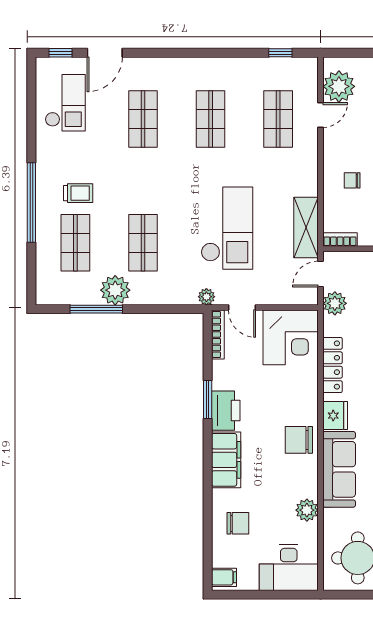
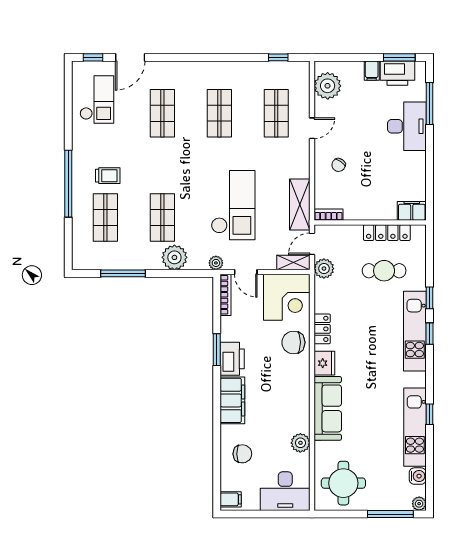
door: (321, 115) -> (312, 128), moved
chair: (352, 180) -> (339, 165), turned -55
plant: (115, 290) -> (174, 257), moved
shelving: (299, 296) -> (293, 263), added
locker: (333, 365) -> (322, 329), width x0.66
chair: (299, 440) -> (293, 342), moved

